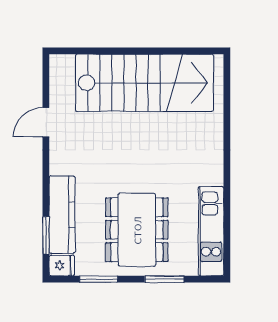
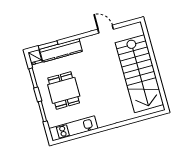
dining table: (137, 230) -> (64, 90), width x0.73

